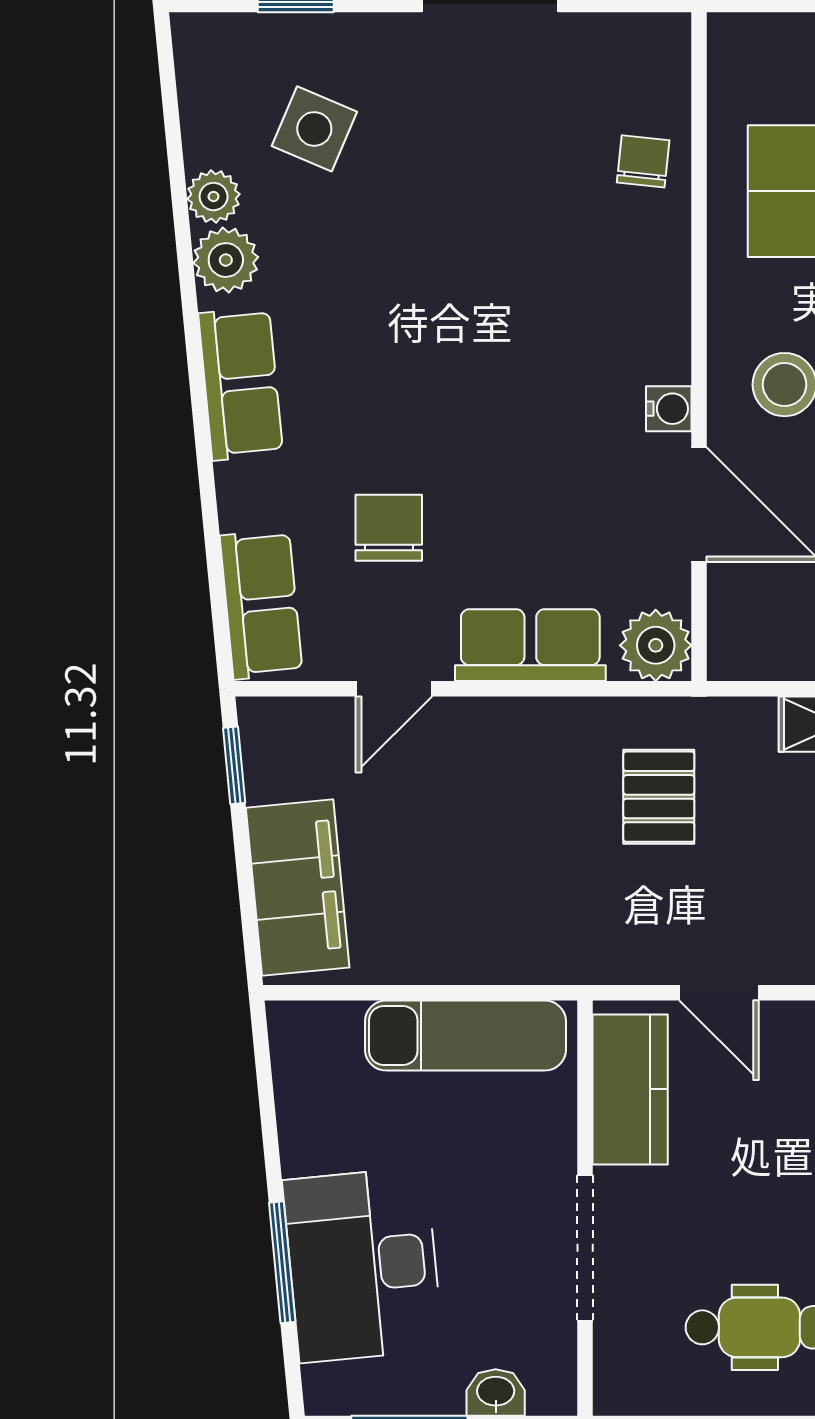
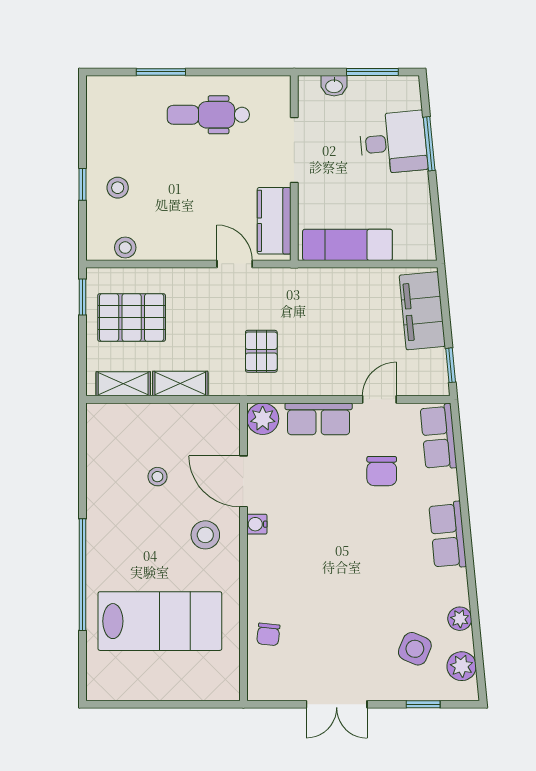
plant: (226, 260) -> (462, 666), moved
desk: (363, 1265) -> (393, 143), width x0.73

